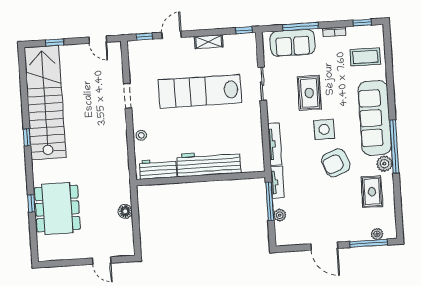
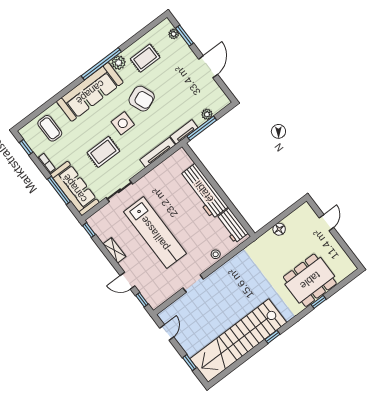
sofa: (293, 43) -> (75, 188), width x1.36
window: (369, 243) -> (185, 36), width x0.69

